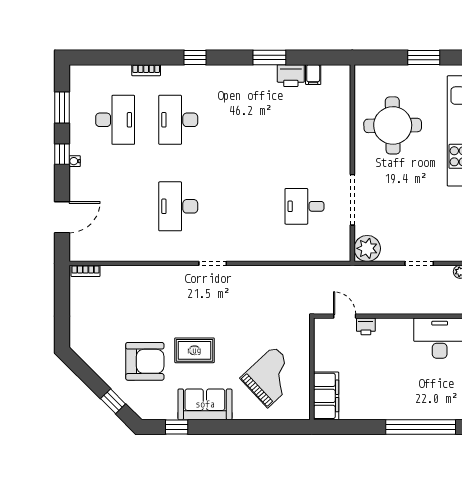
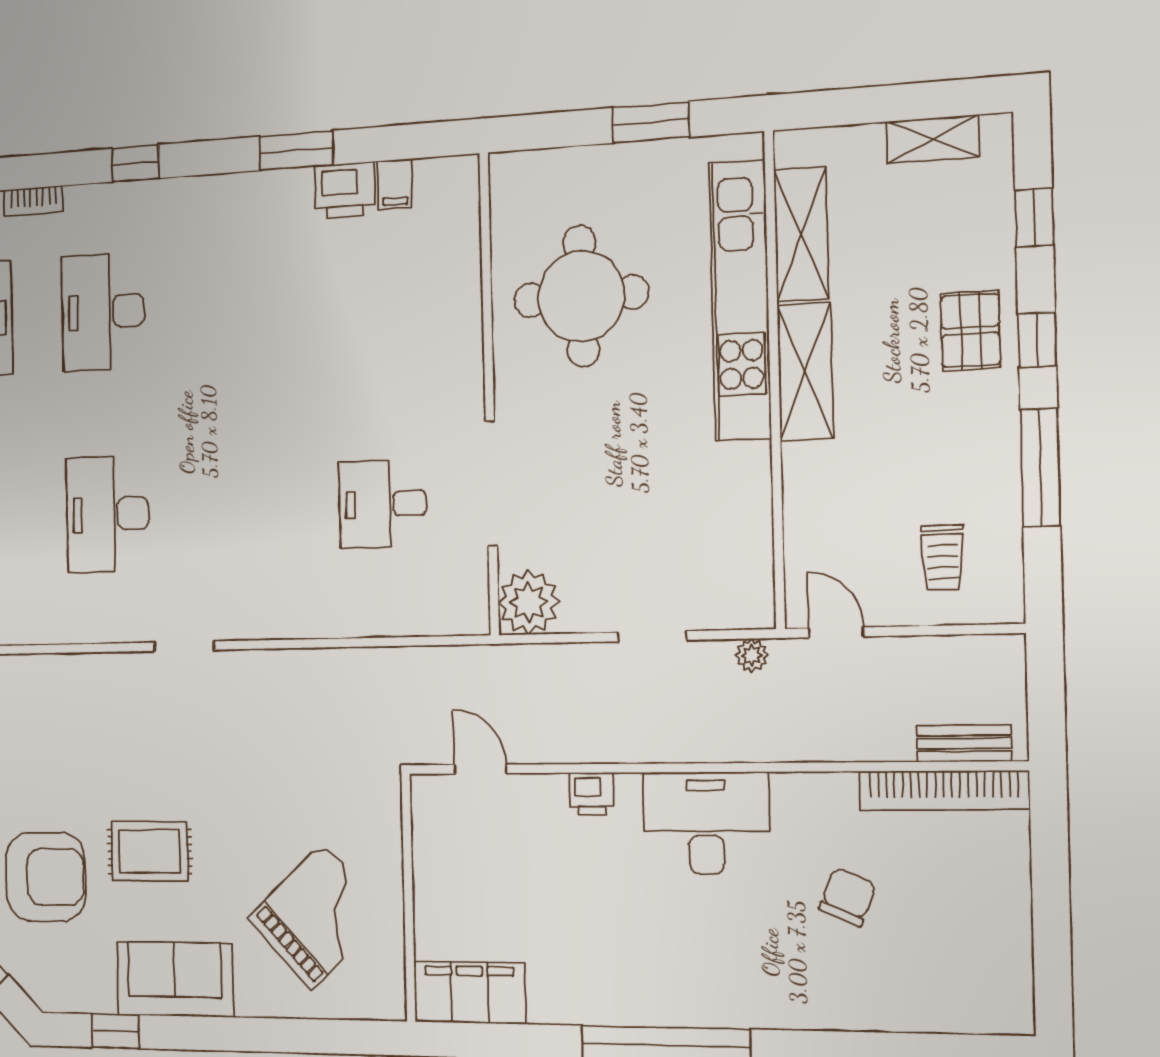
printer: (366, 326) -> (592, 794), moved
filing cabinet: (326, 396) -> (470, 992), moved, turned -90

